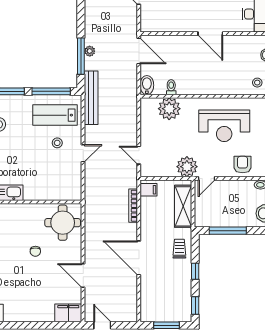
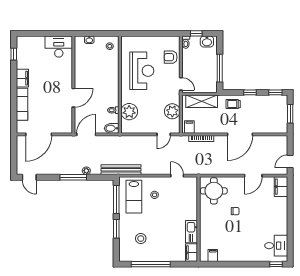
door: (210, 34) -> (73, 98), moved
window: (81, 56) -> (73, 177), moved
door: (83, 153) -> (177, 176), moved
plant: (187, 167) -> (172, 111), moved

